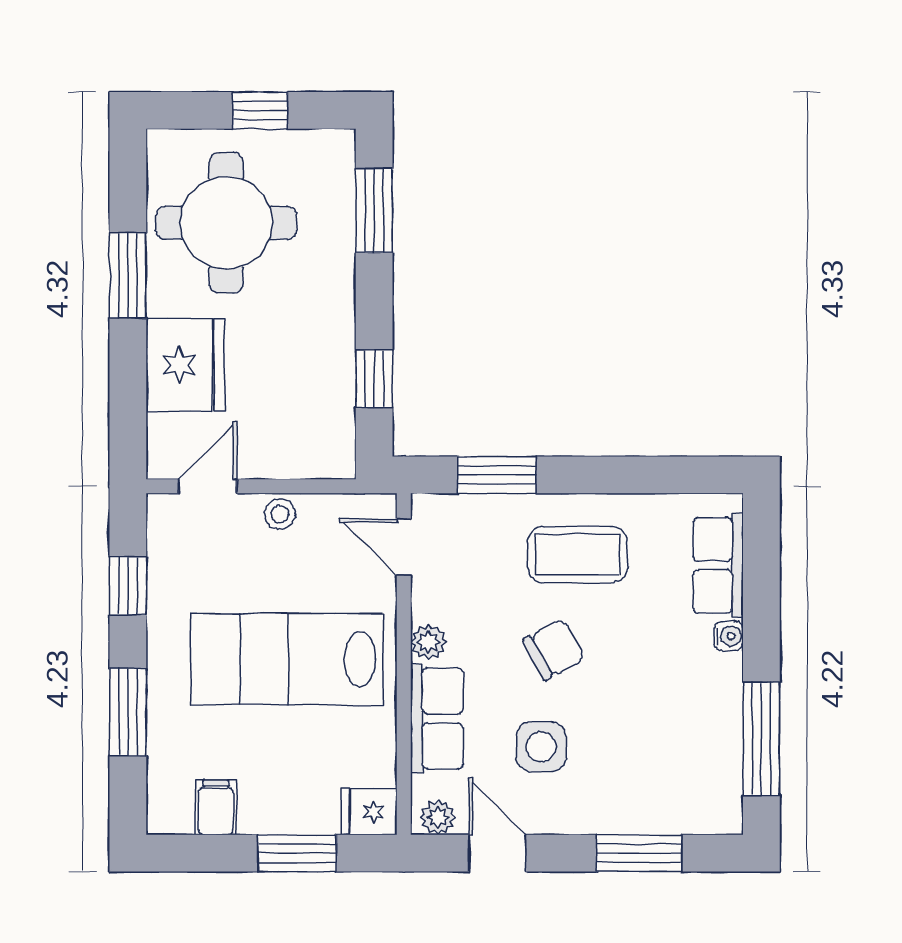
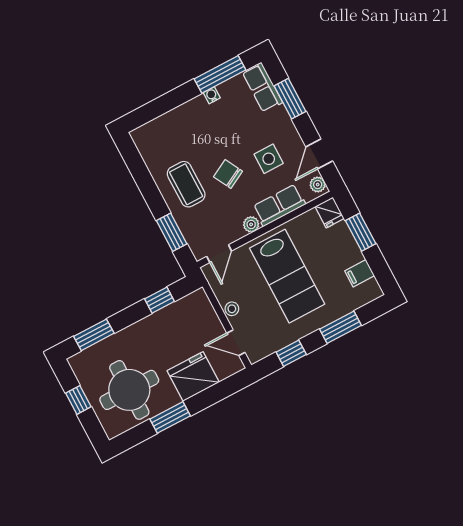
row of seats: (718, 565) -> (262, 87), moved, turned 90
water cooler: (729, 636) -> (212, 95), moved

